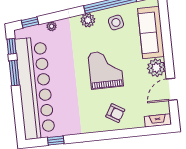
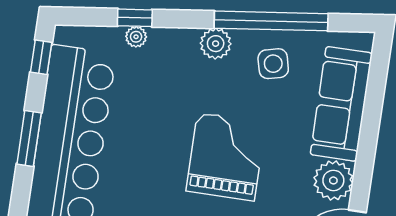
window: (30, 22) -> (135, 18), moved
window: (14, 73) -> (29, 138), moved

